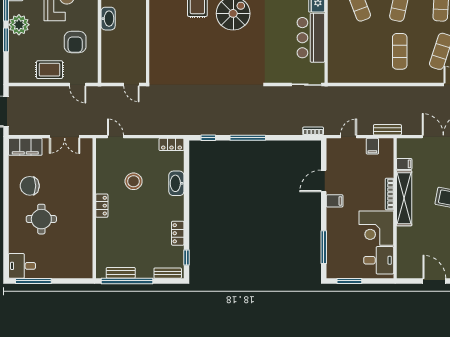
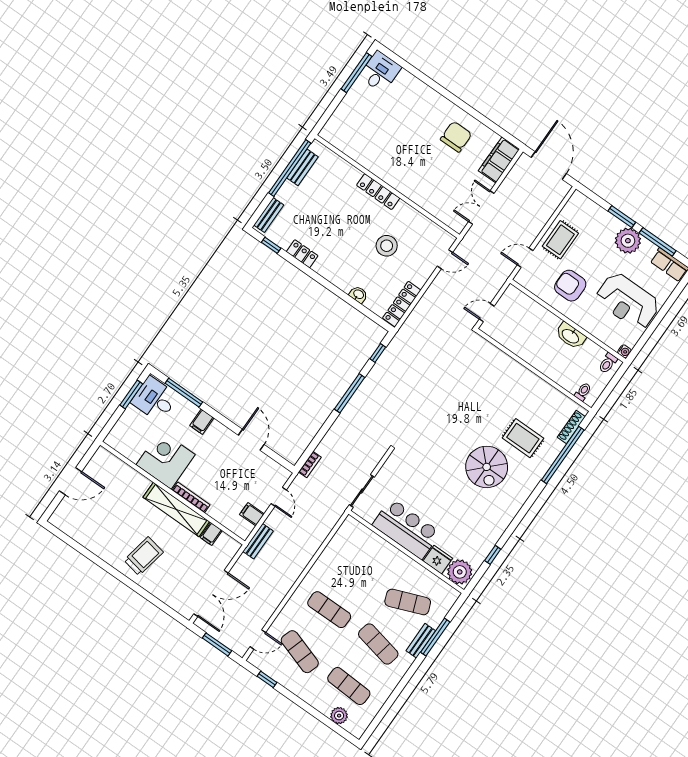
locker: (172, 144) -> (402, 304), width x1.53
washbasin: (176, 183) -> (358, 295), width x0.52, depth x0.69
filing cabinet: (335, 201) -> (202, 422), moved
locker: (102, 206) -> (378, 192), width x1.53
round table: (41, 219) -> (414, 125), removed
desk: (379, 260) -> (155, 399), moved, turned 90

